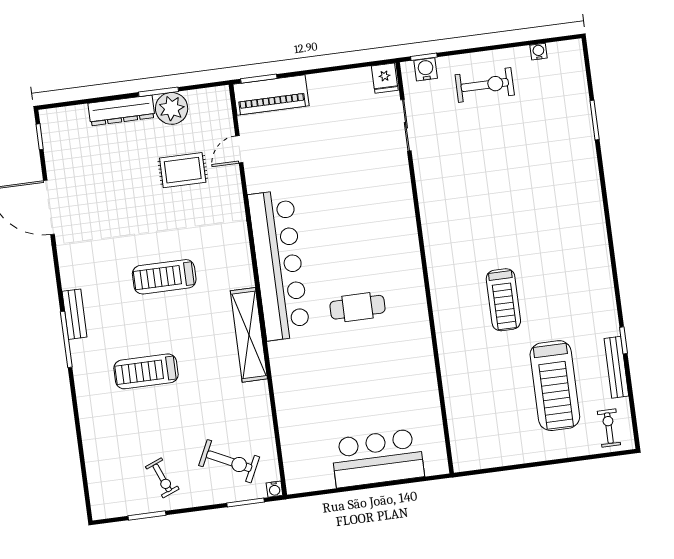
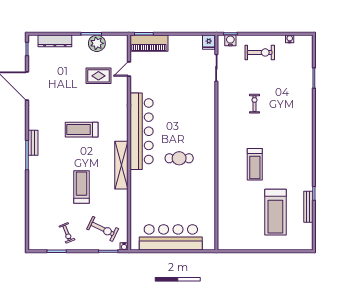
dresser: (121, 110) -> (55, 41), moved
treadmill: (146, 371) -> (81, 187), moved, turned 90
exercise bike: (609, 428) -> (254, 104), moved
bar counter: (377, 458) -> (171, 237), width x1.36

